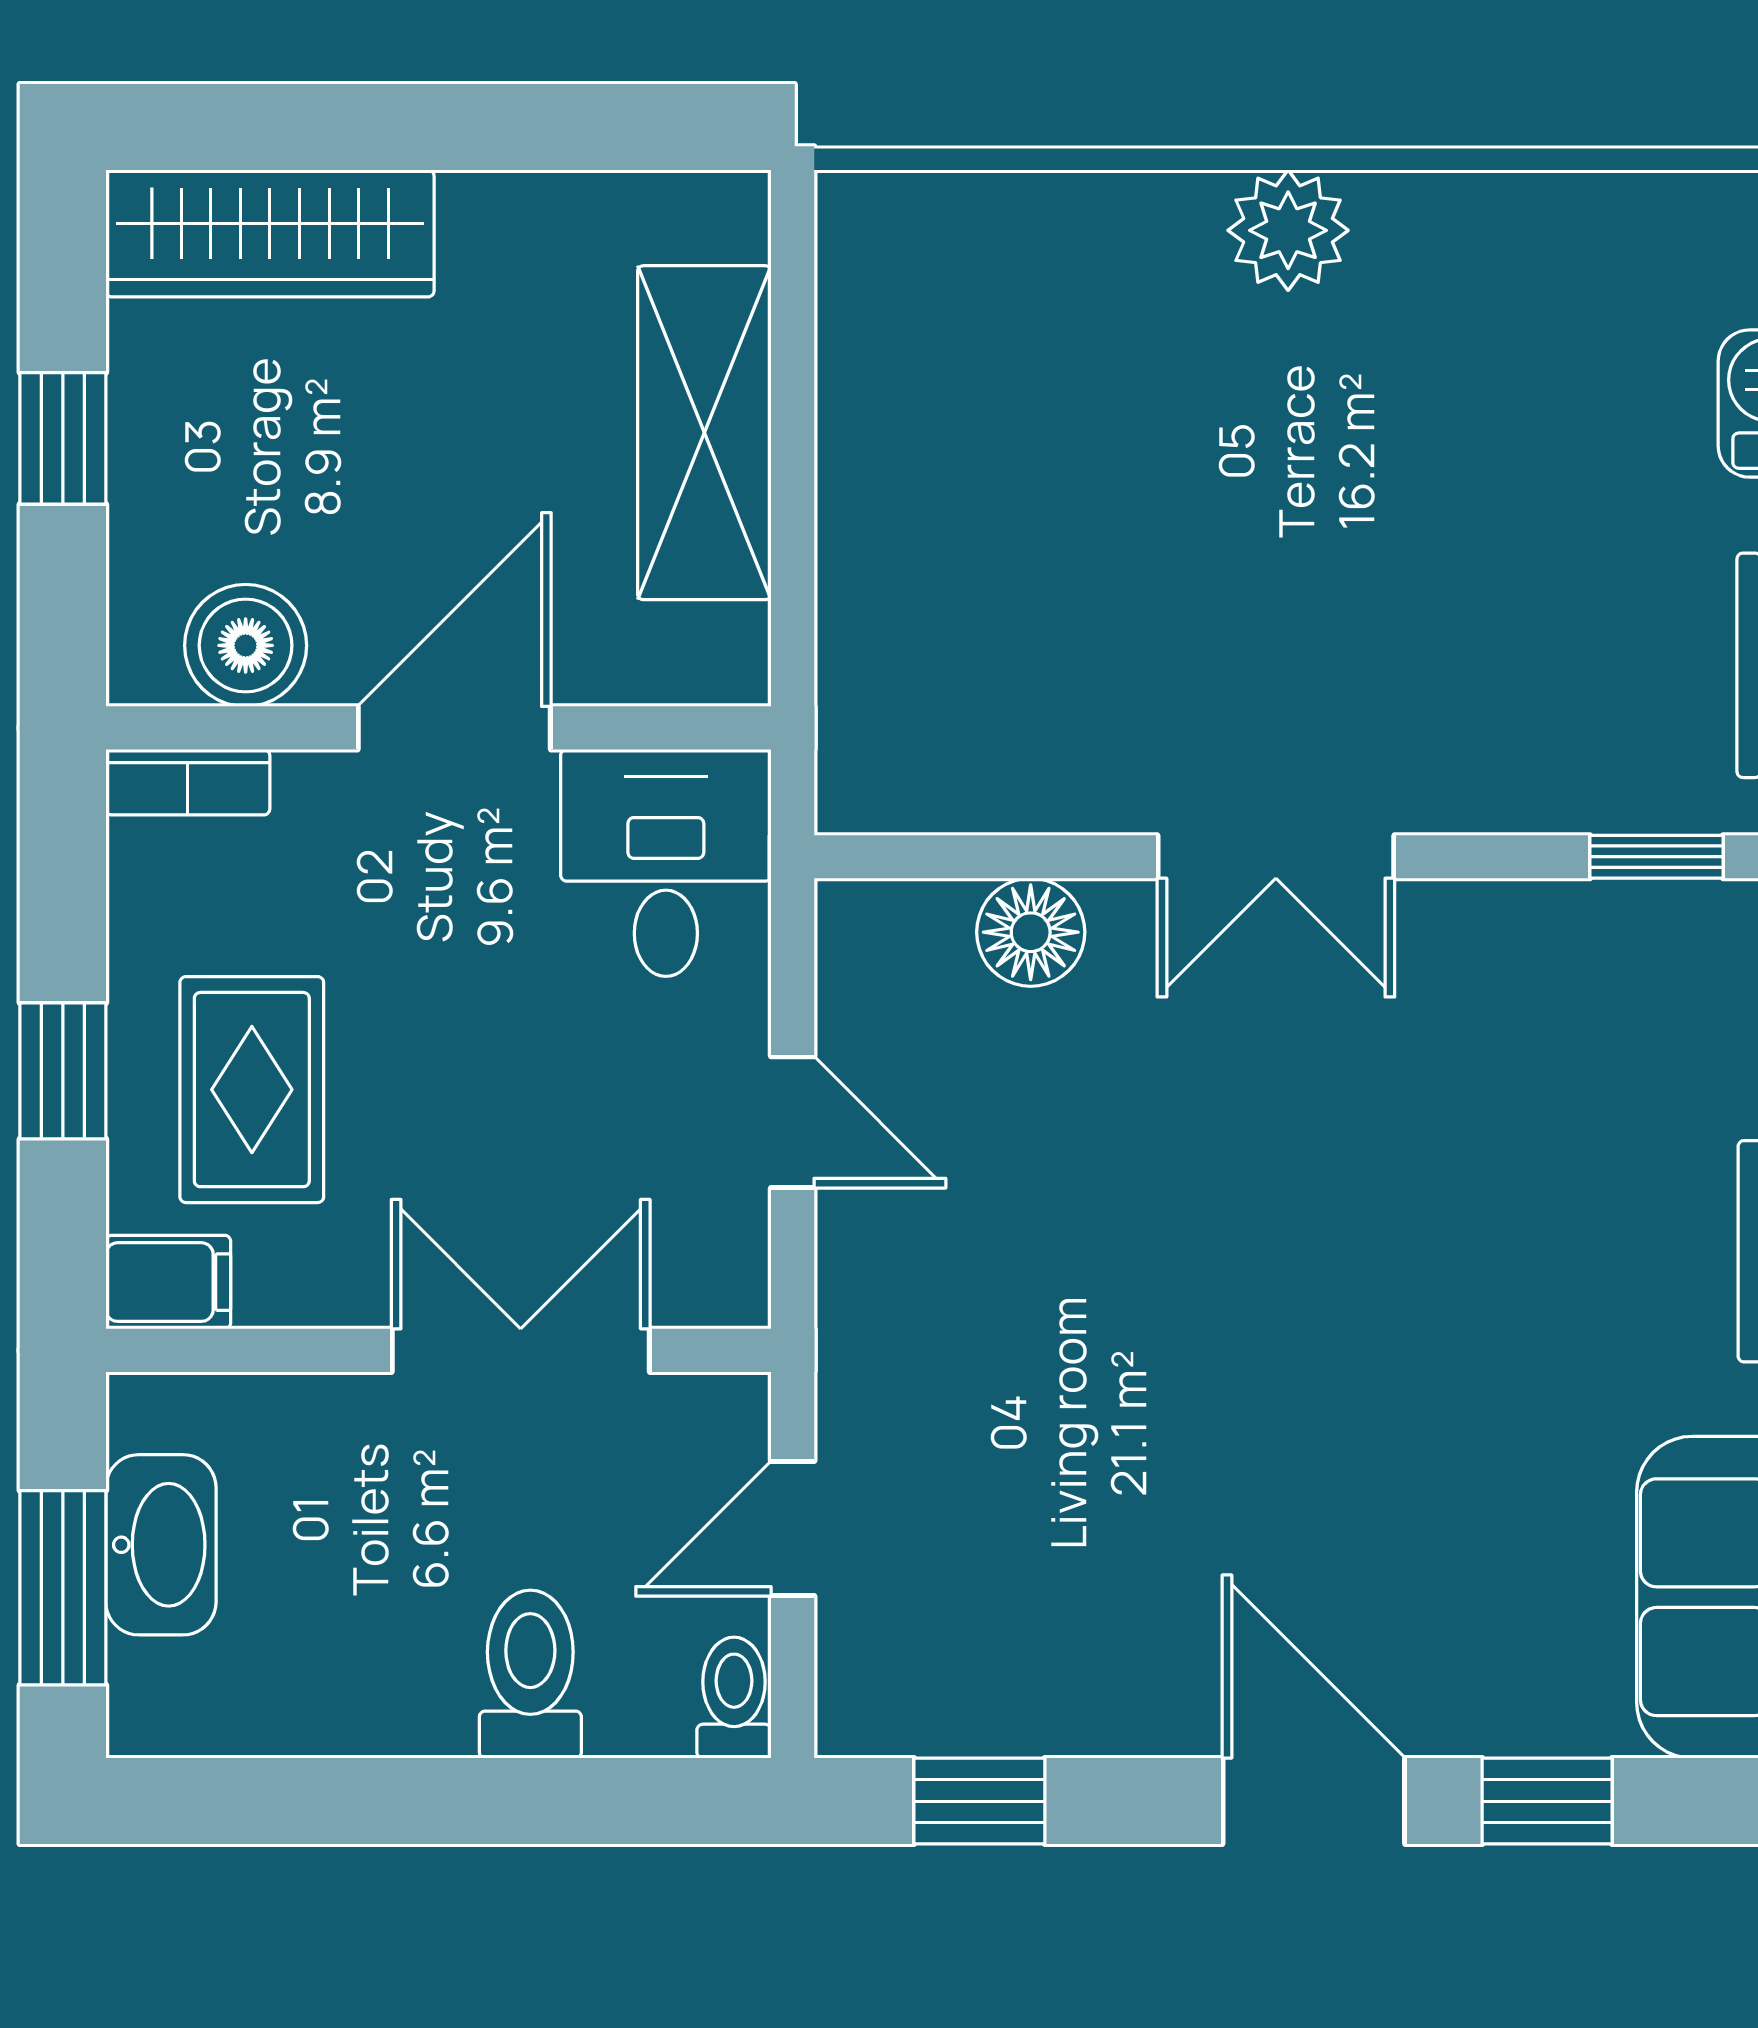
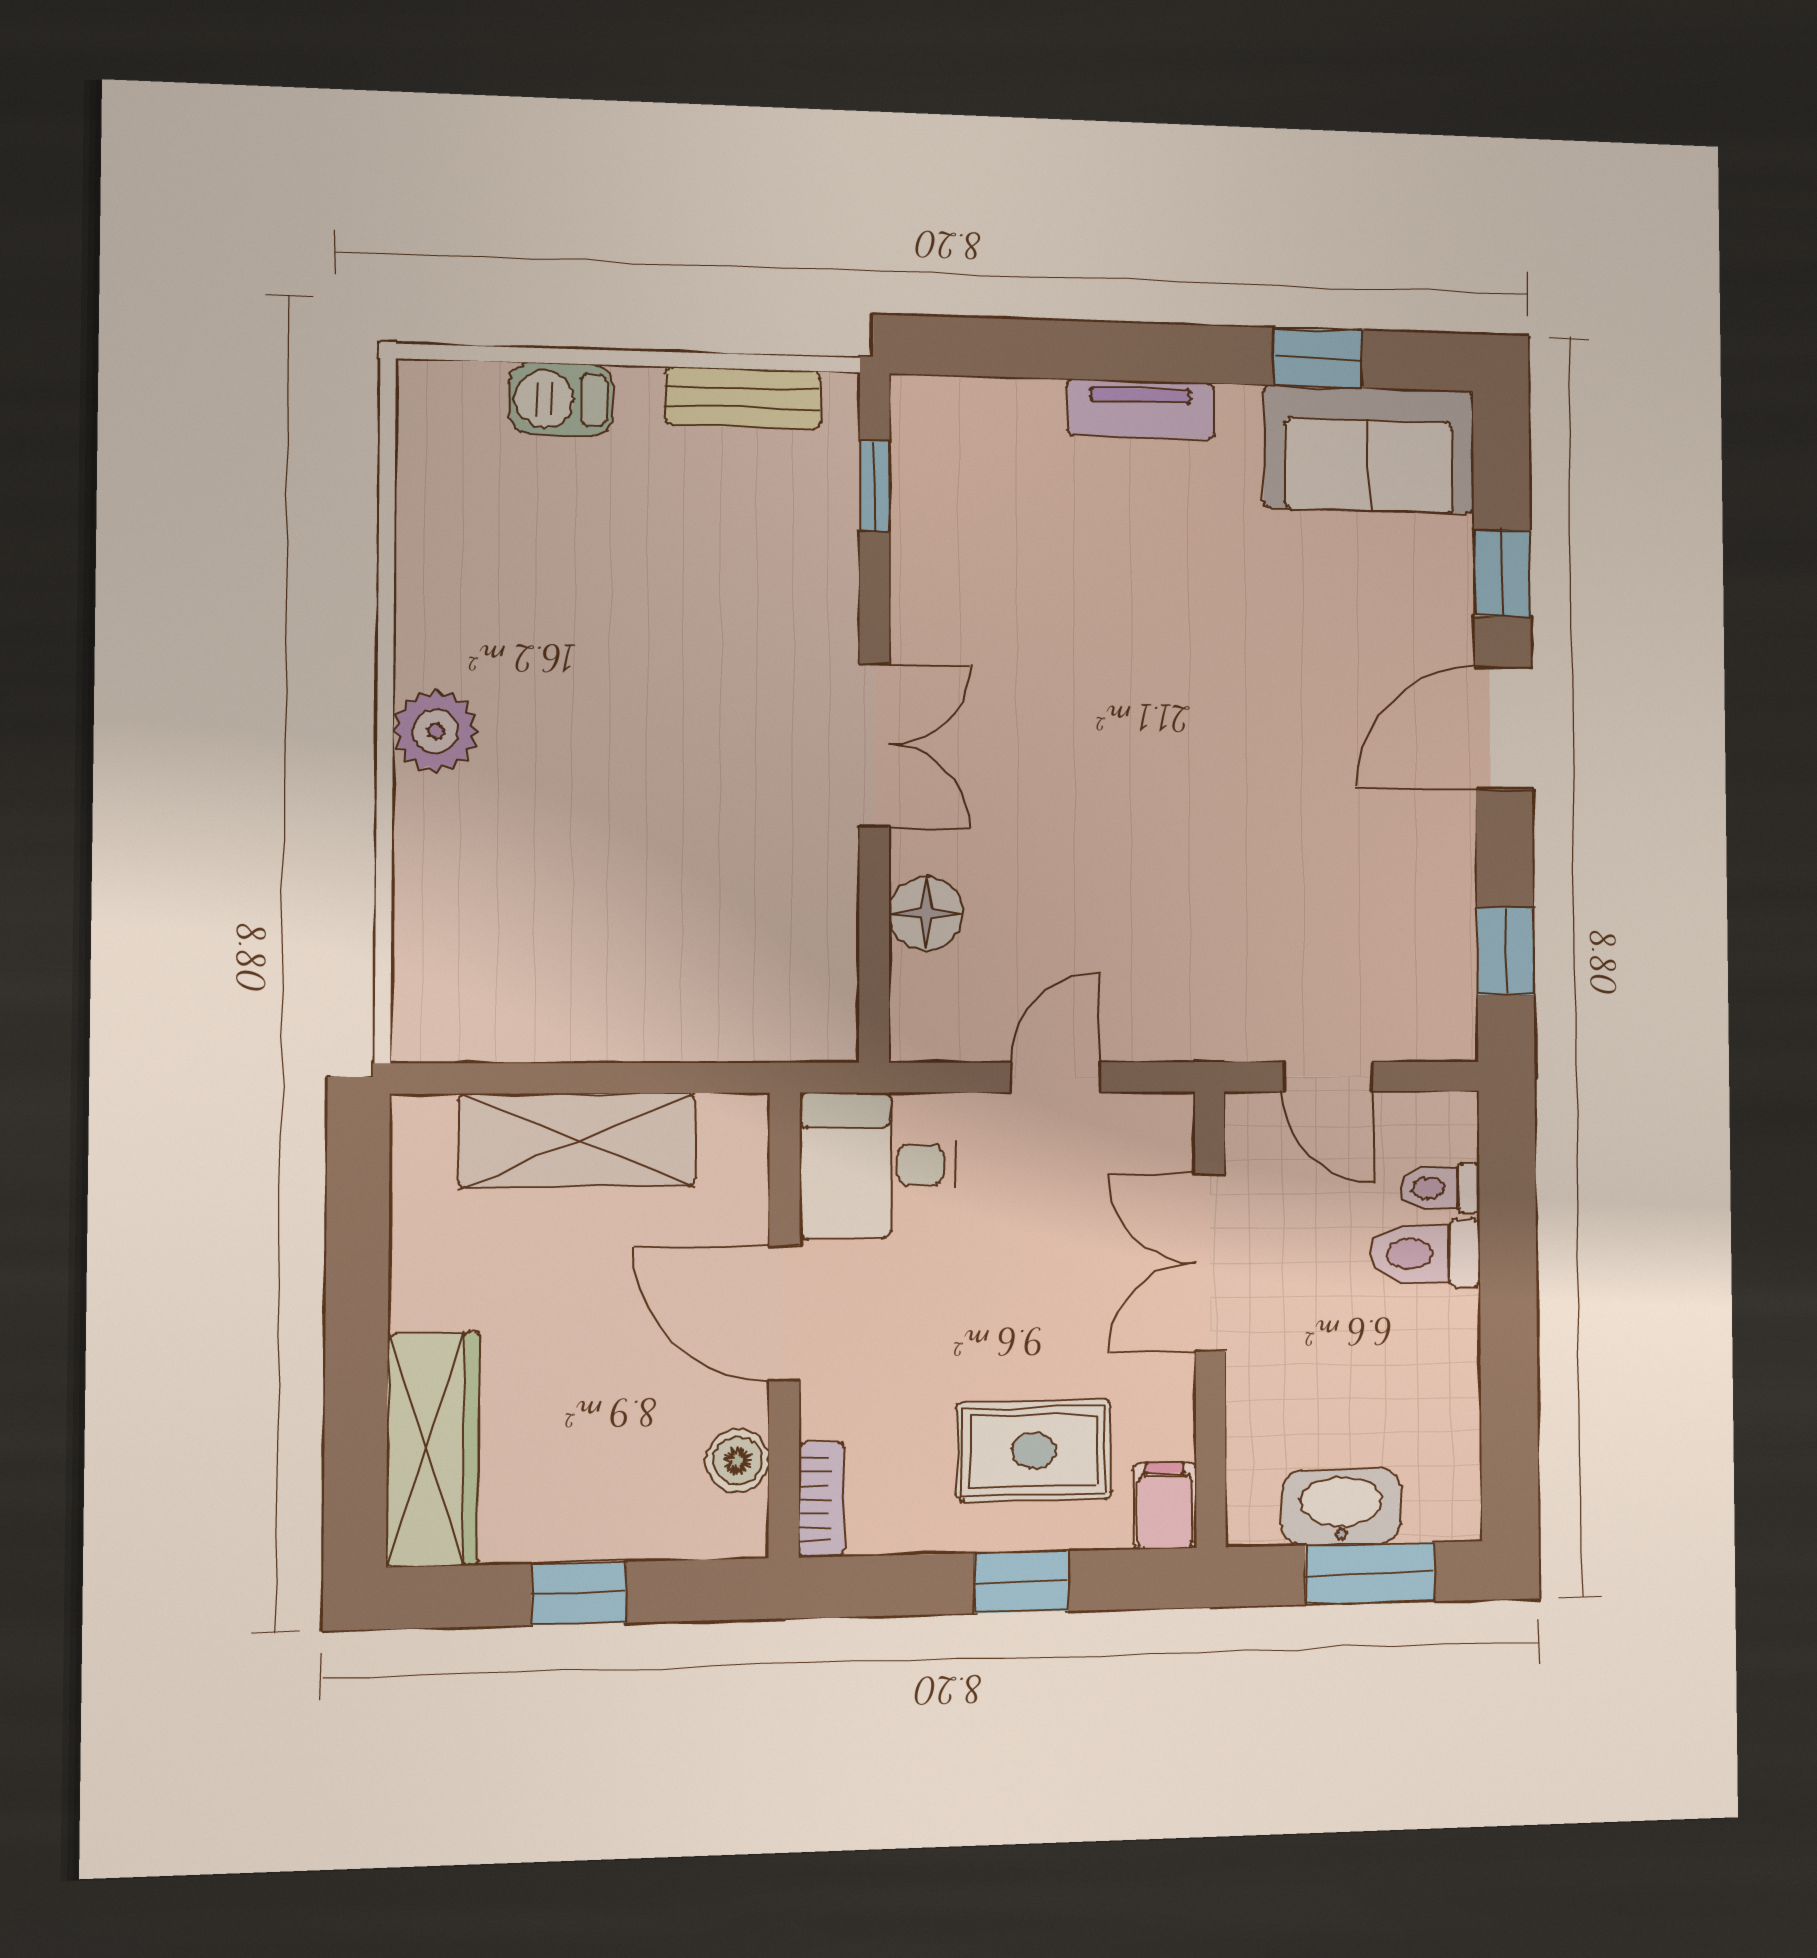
boiler: (246, 645) -> (738, 1461), width x0.73, depth x0.73
toilet: (734, 1698) -> (1440, 1188), moved

